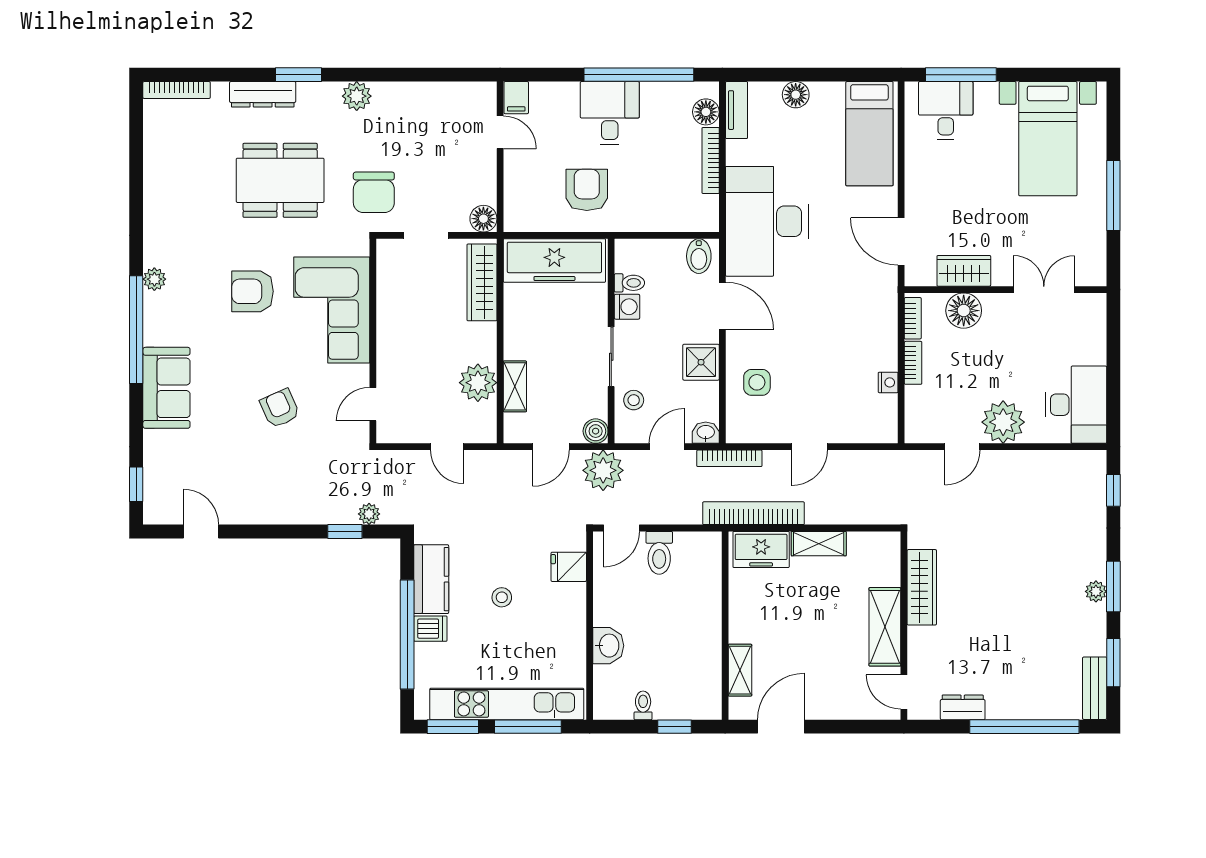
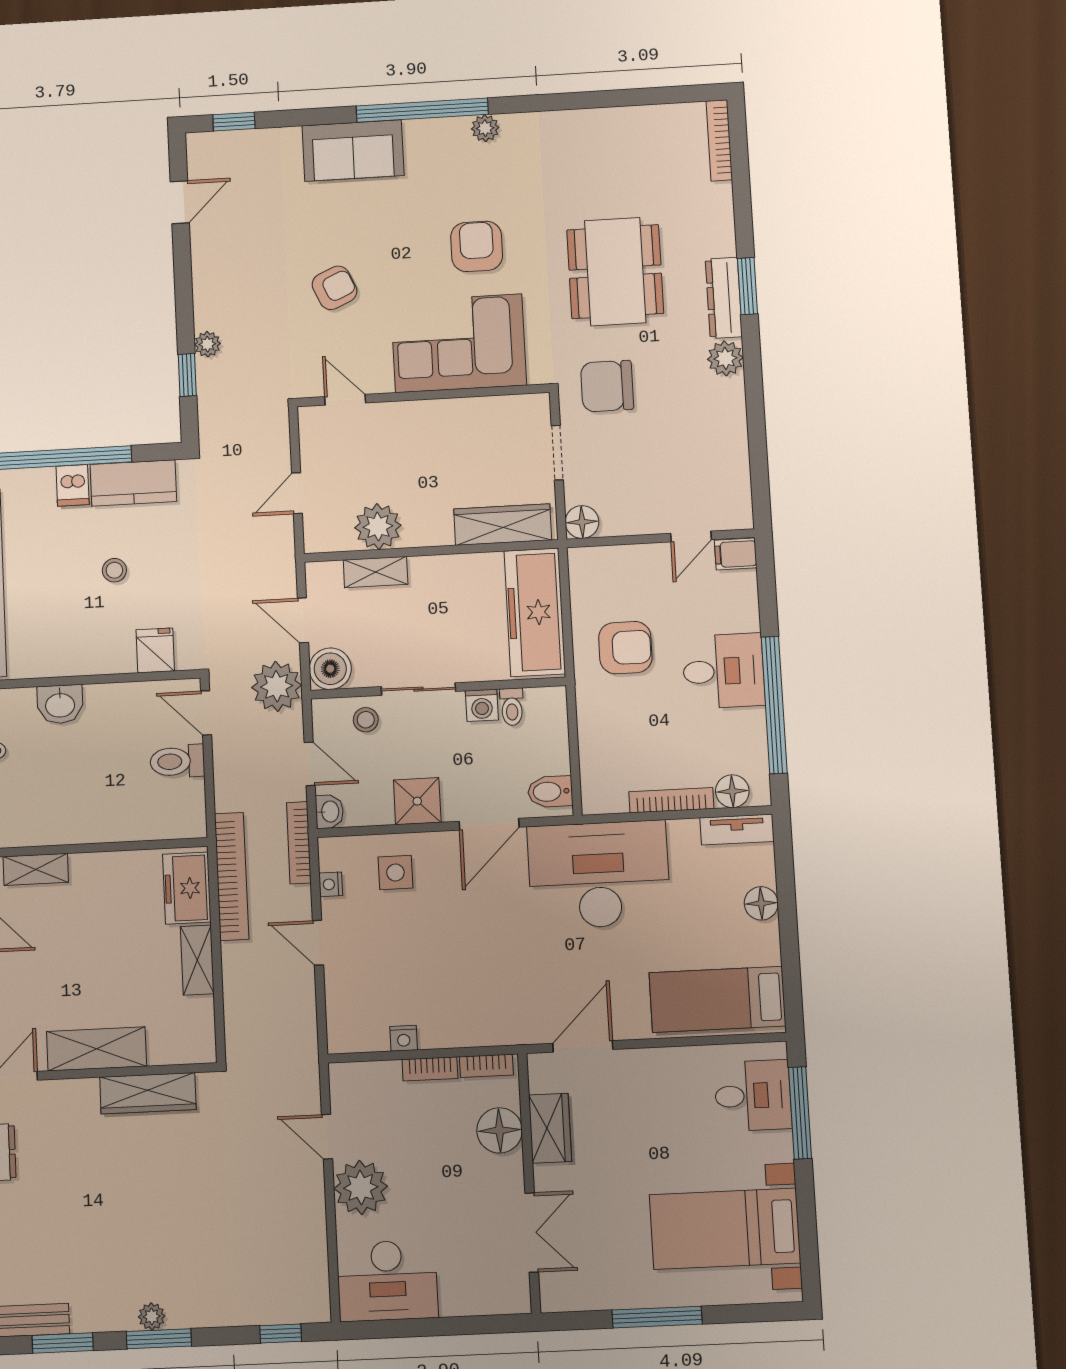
dresser: (263, 94) -> (724, 298), moved
boiler: (596, 431) -> (330, 669), width x1.36, depth x1.36
nightstand: (764, 434) -> (331, 884), added
plant: (369, 514) -> (207, 344), moved

